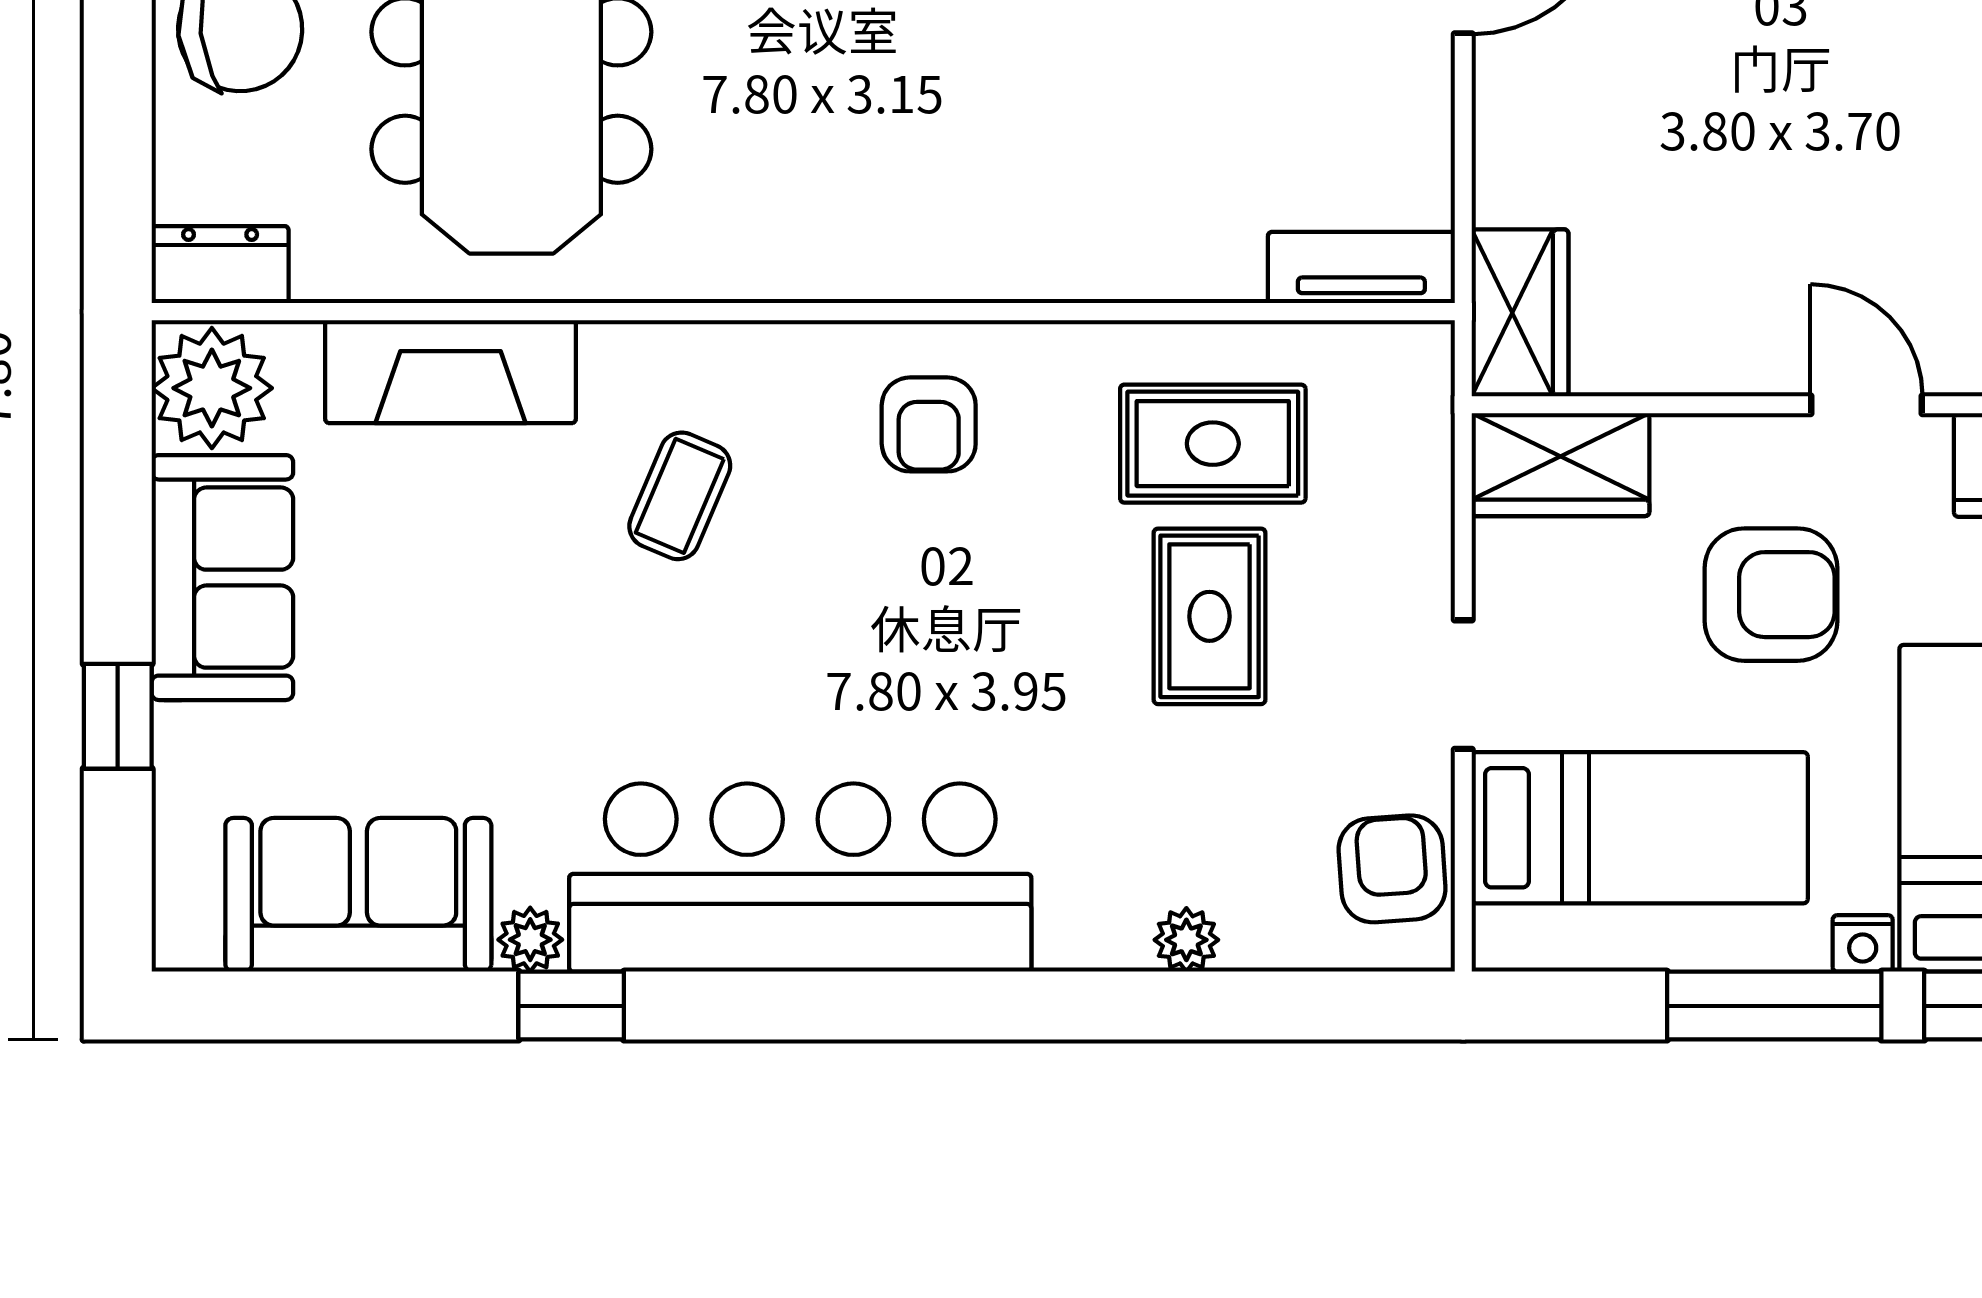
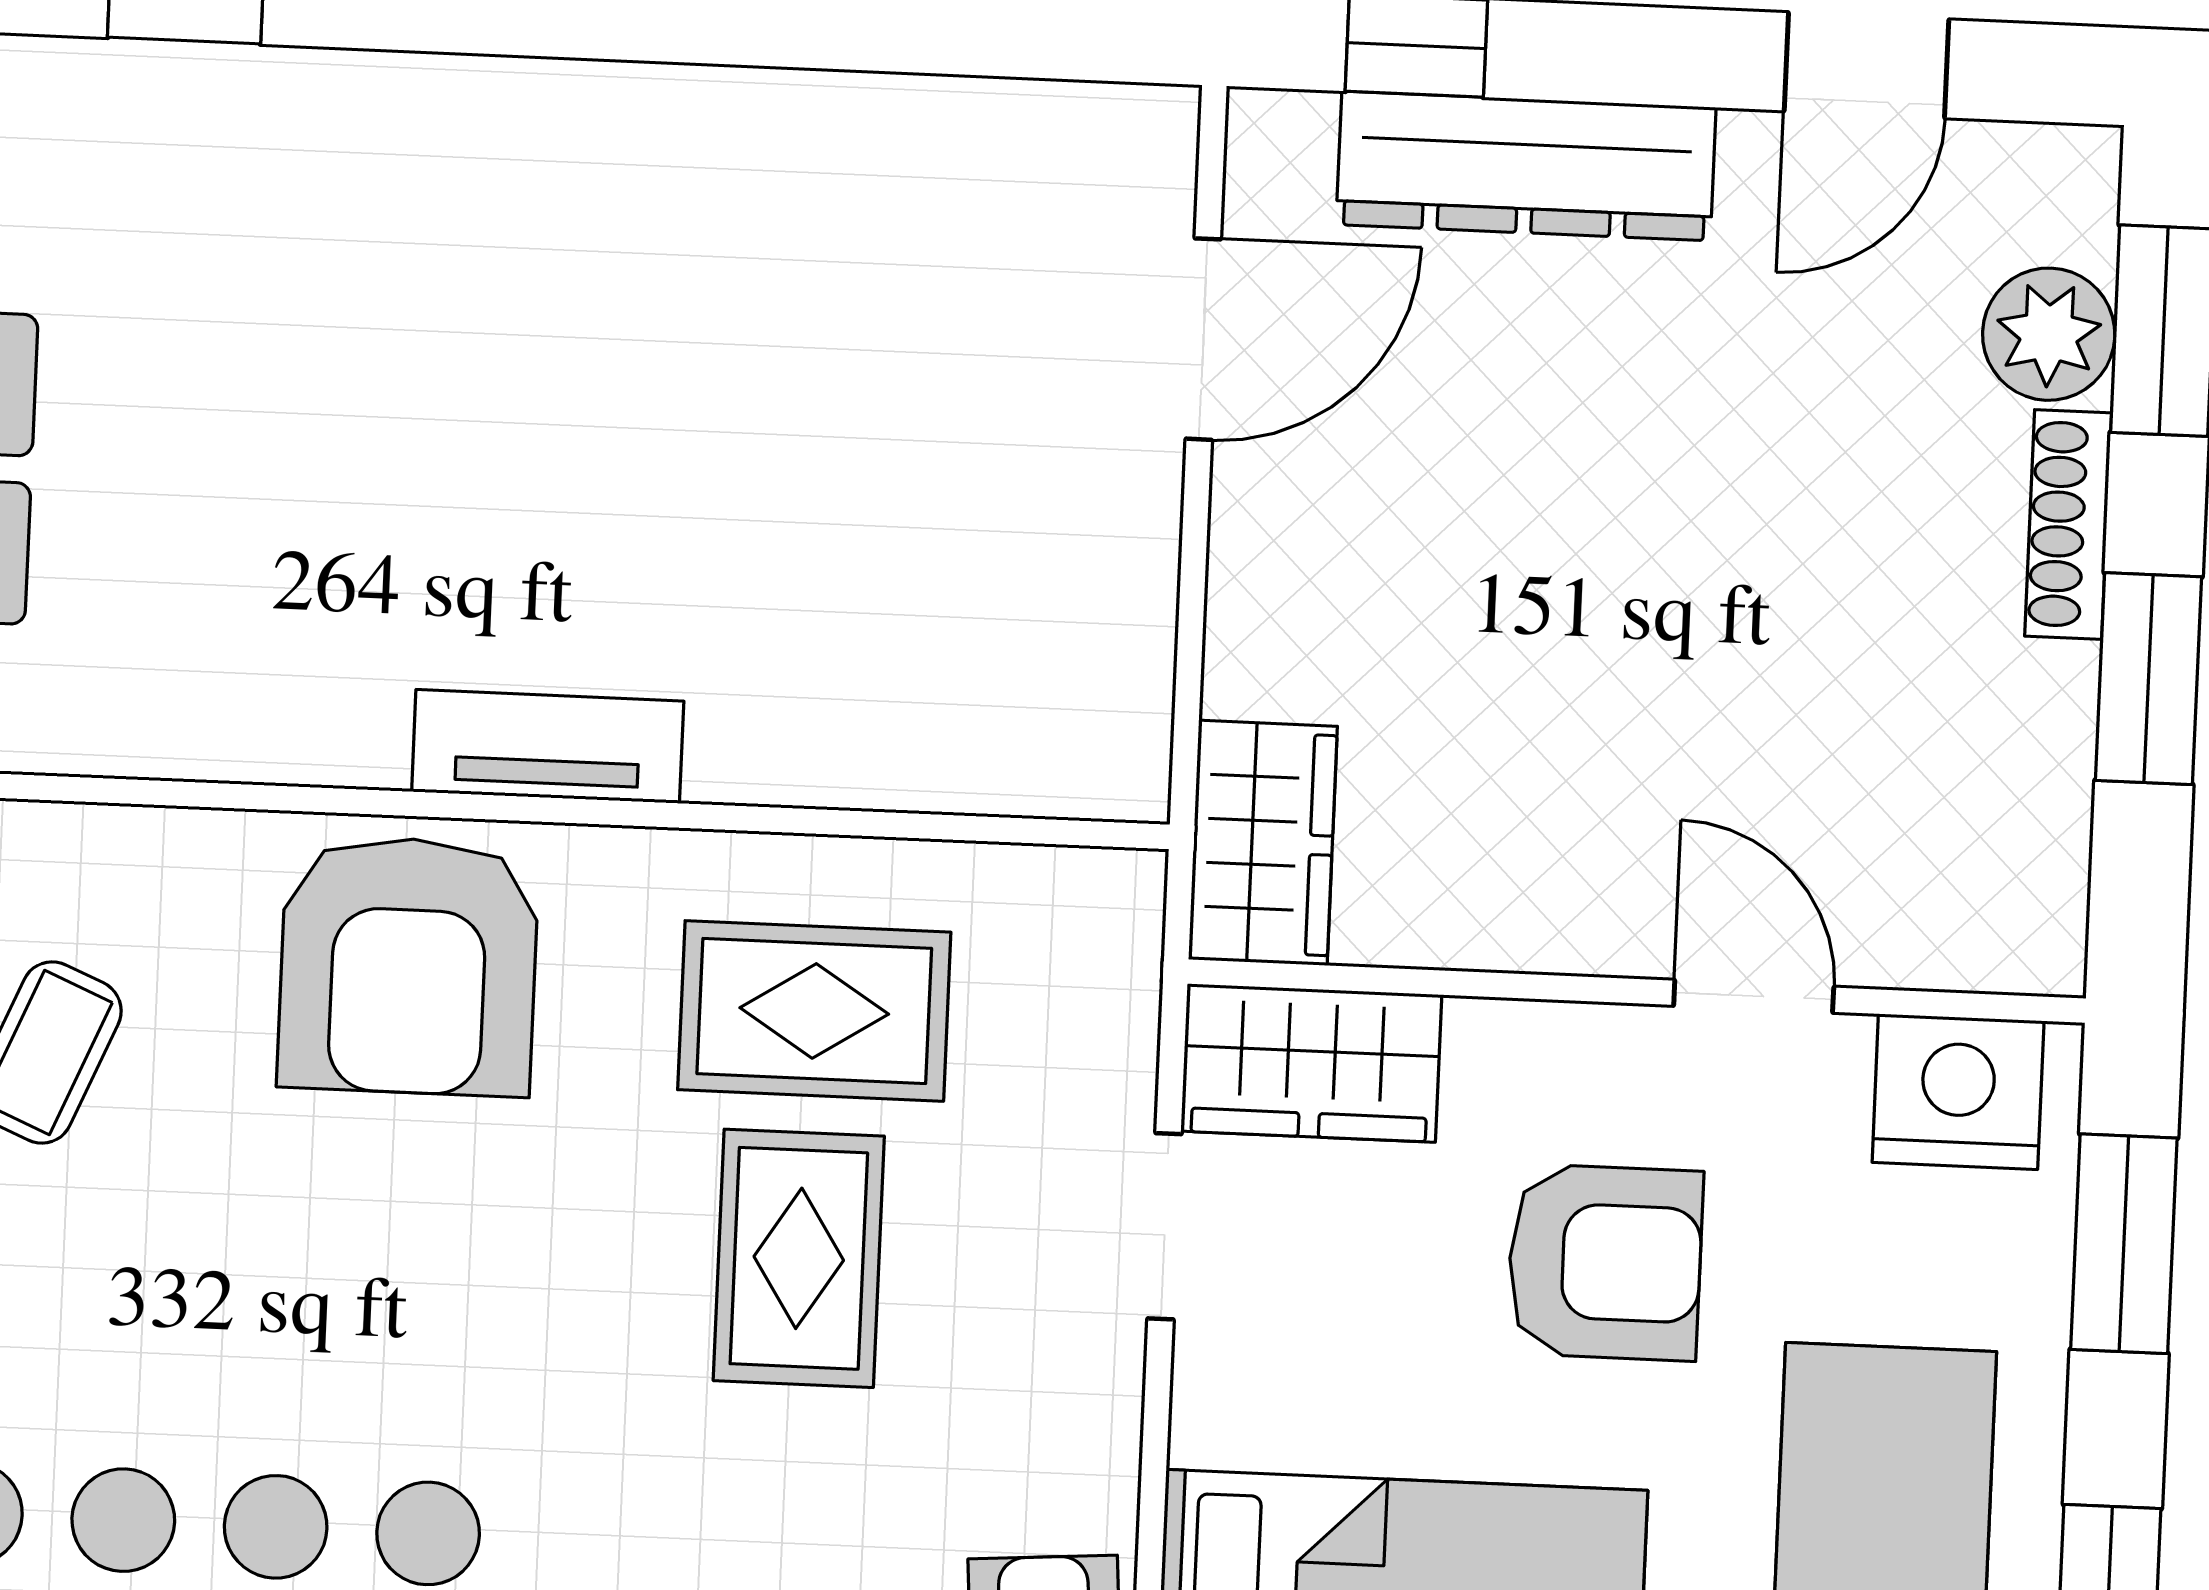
tv unit: (1361, 267) -> (548, 746), moved
armchair: (929, 424) -> (408, 966), width x1.88, depth x1.88
doorway: (1463, 685) -> (1165, 1226), moved

